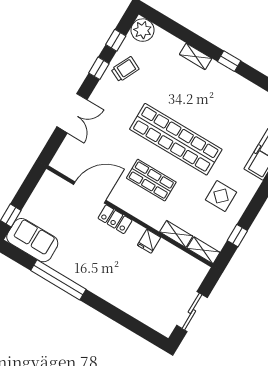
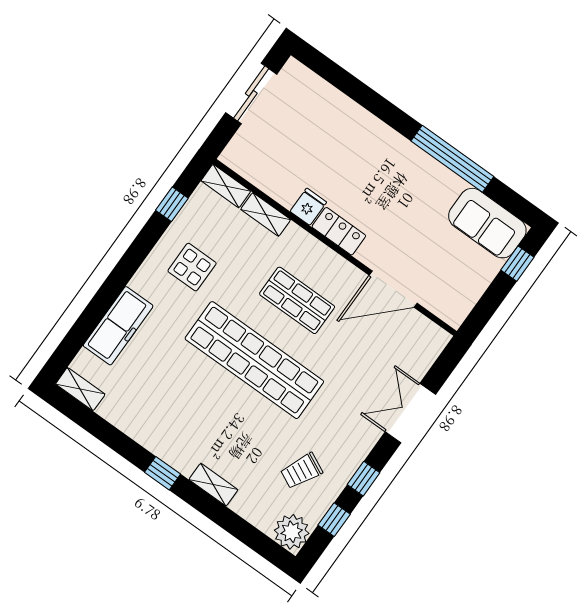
trolley: (125, 69) -> (301, 471), moved
locker: (115, 219) -> (339, 231), moved

